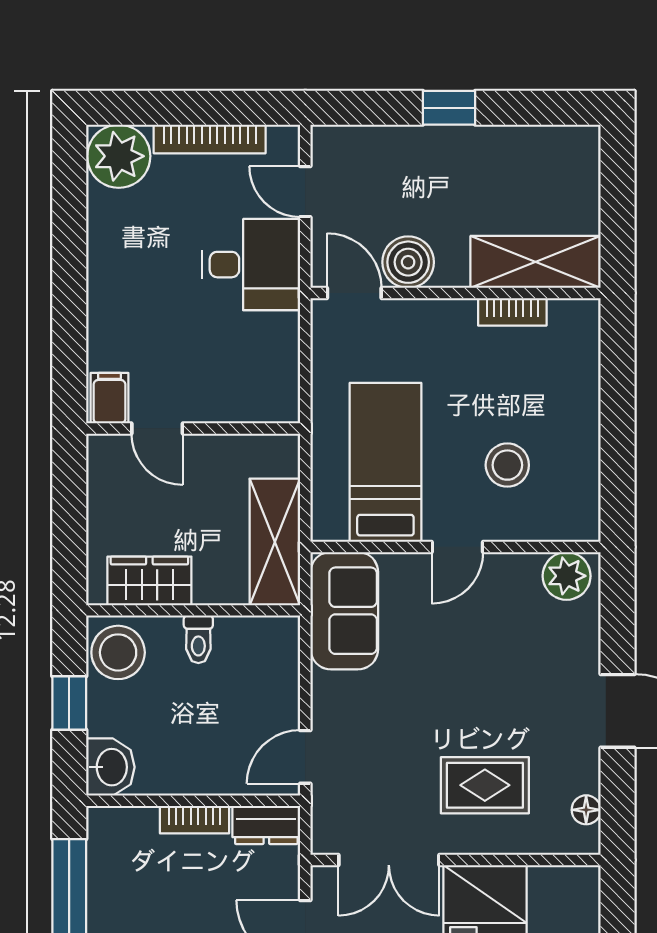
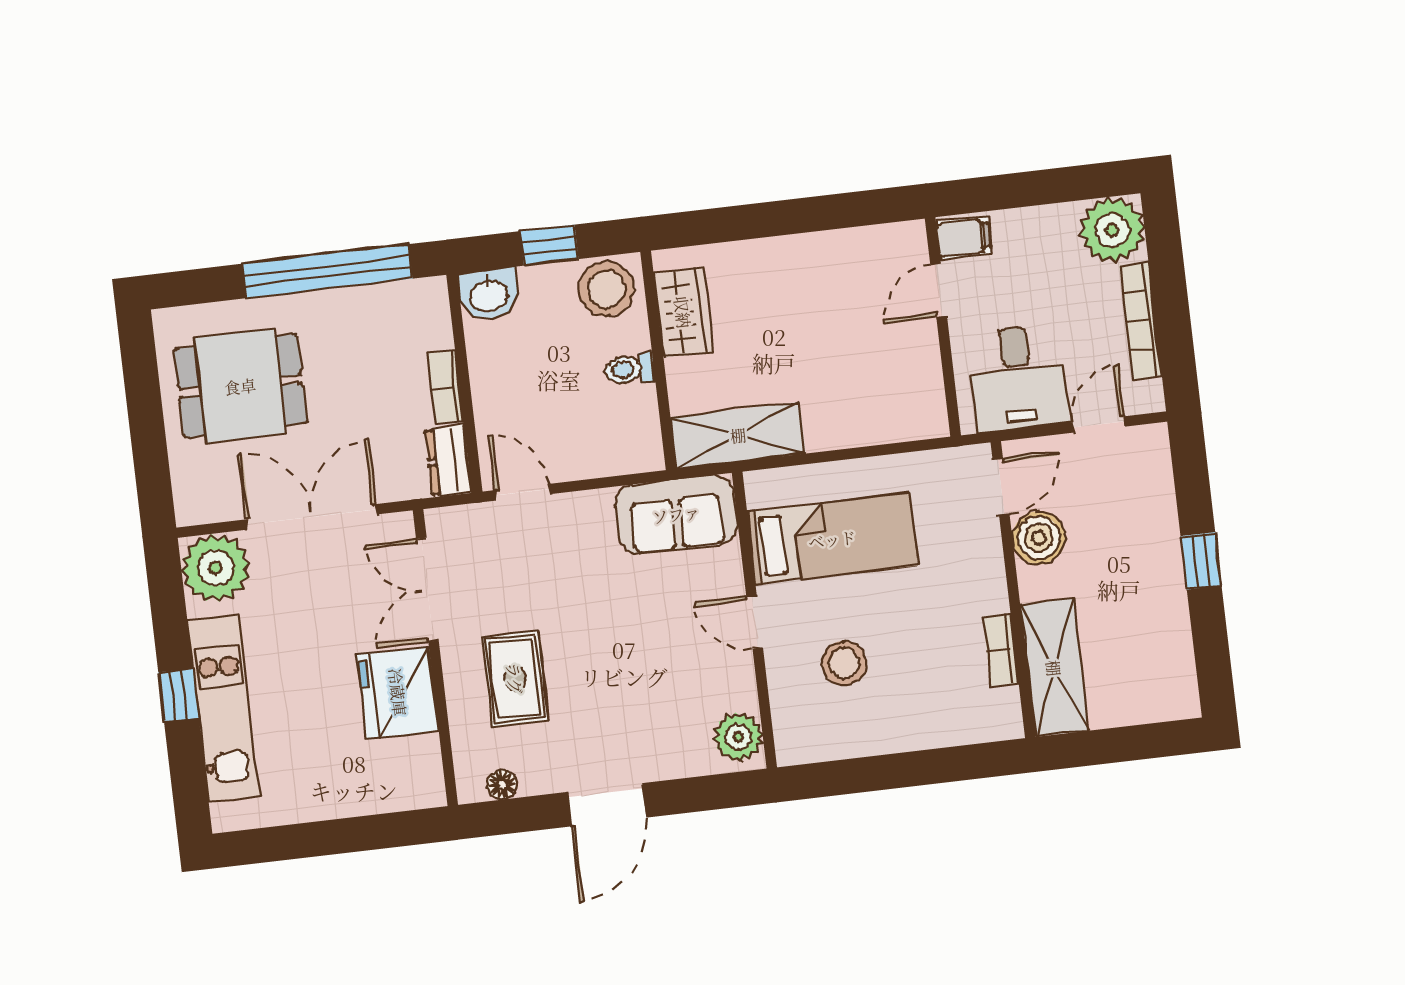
filing cabinet: (109, 398) -> (964, 238), moved
door: (157, 428) -> (939, 290), moved
wall: (193, 428) -> (943, 327), moved

